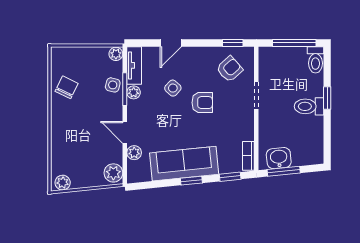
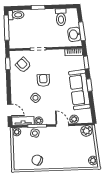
door: (171, 43) -> (9, 110), moved
toilet: (309, 106) -> (61, 17), moved
door: (125, 132) -> (62, 125), swing flipped

